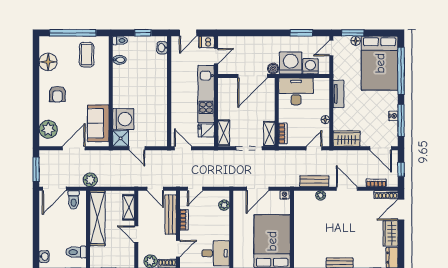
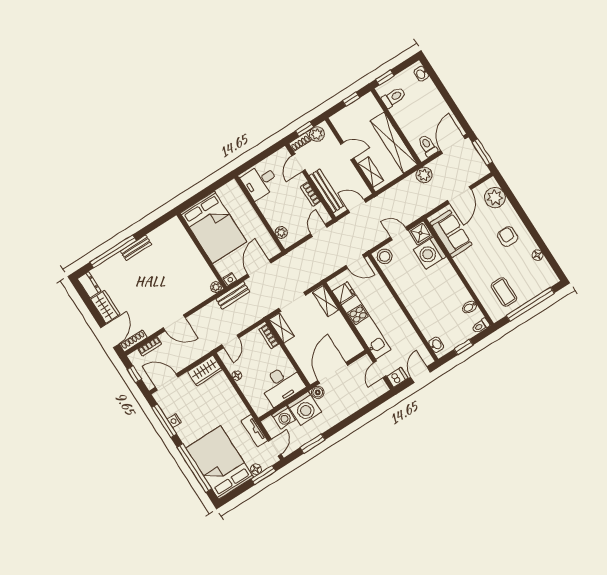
floor lamp: (48, 62) -> (538, 255), width x0.53, depth x0.53
tv unit: (338, 94) -> (254, 431), moved
stool: (158, 138) -> (385, 256), added
bench: (314, 181) -> (233, 295), moved
plant: (321, 195) -> (216, 287), moved

